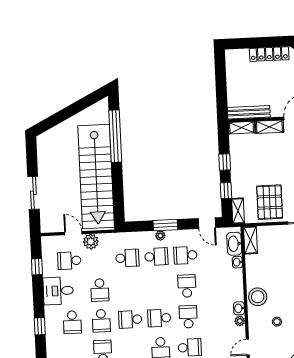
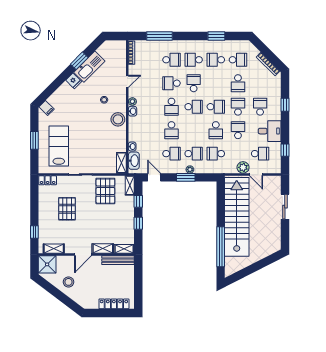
locker: (269, 54) -> (114, 304), moved
school desk: (156, 257) -> (194, 154), turned 180
school desk: (129, 289) -> (216, 130), added

